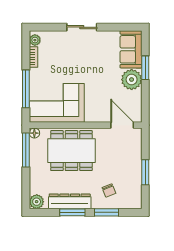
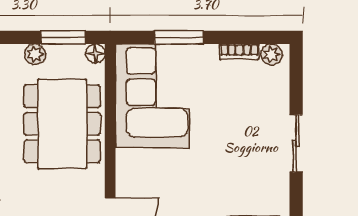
window: (26, 89) -> (179, 37), width x0.69
window: (26, 150) -> (63, 37), width x0.69
plant: (35, 165) -> (35, 54), added

